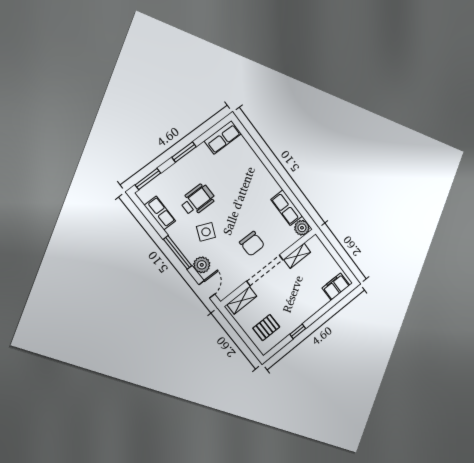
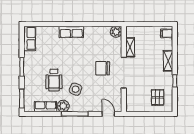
wheelchair: (198, 200) -> (54, 80), turned 180
row of seats: (287, 208) -> (71, 32), moved
chair: (252, 244) -> (103, 68), turned 180
plant: (202, 265) -> (63, 106), moved
filing cabinet: (336, 287) -> (167, 33), width x0.50
shelving: (242, 300) -> (168, 61), moved

